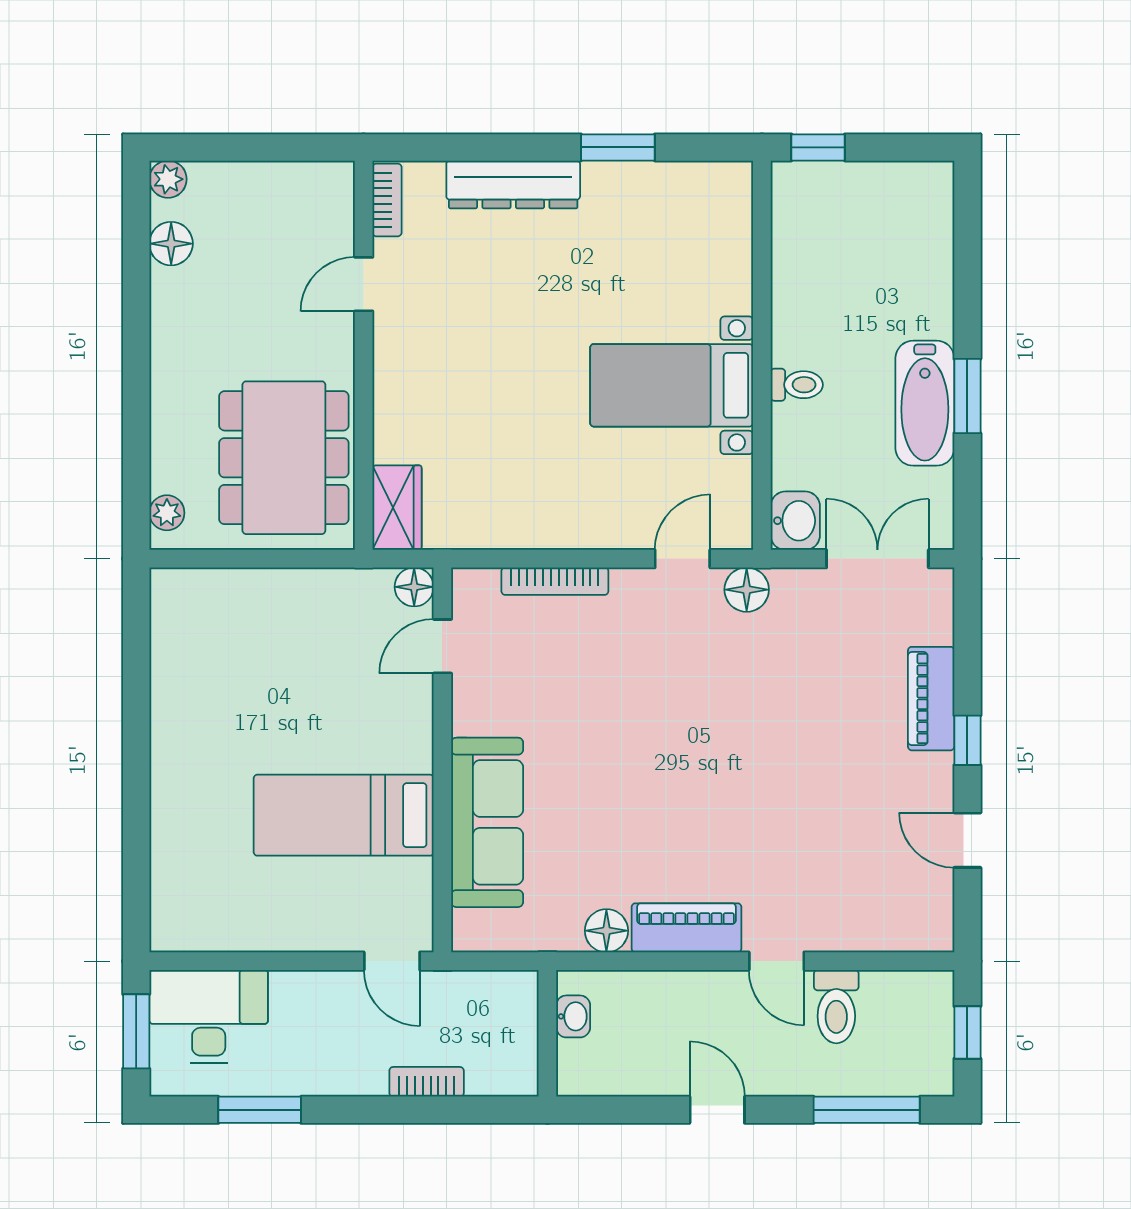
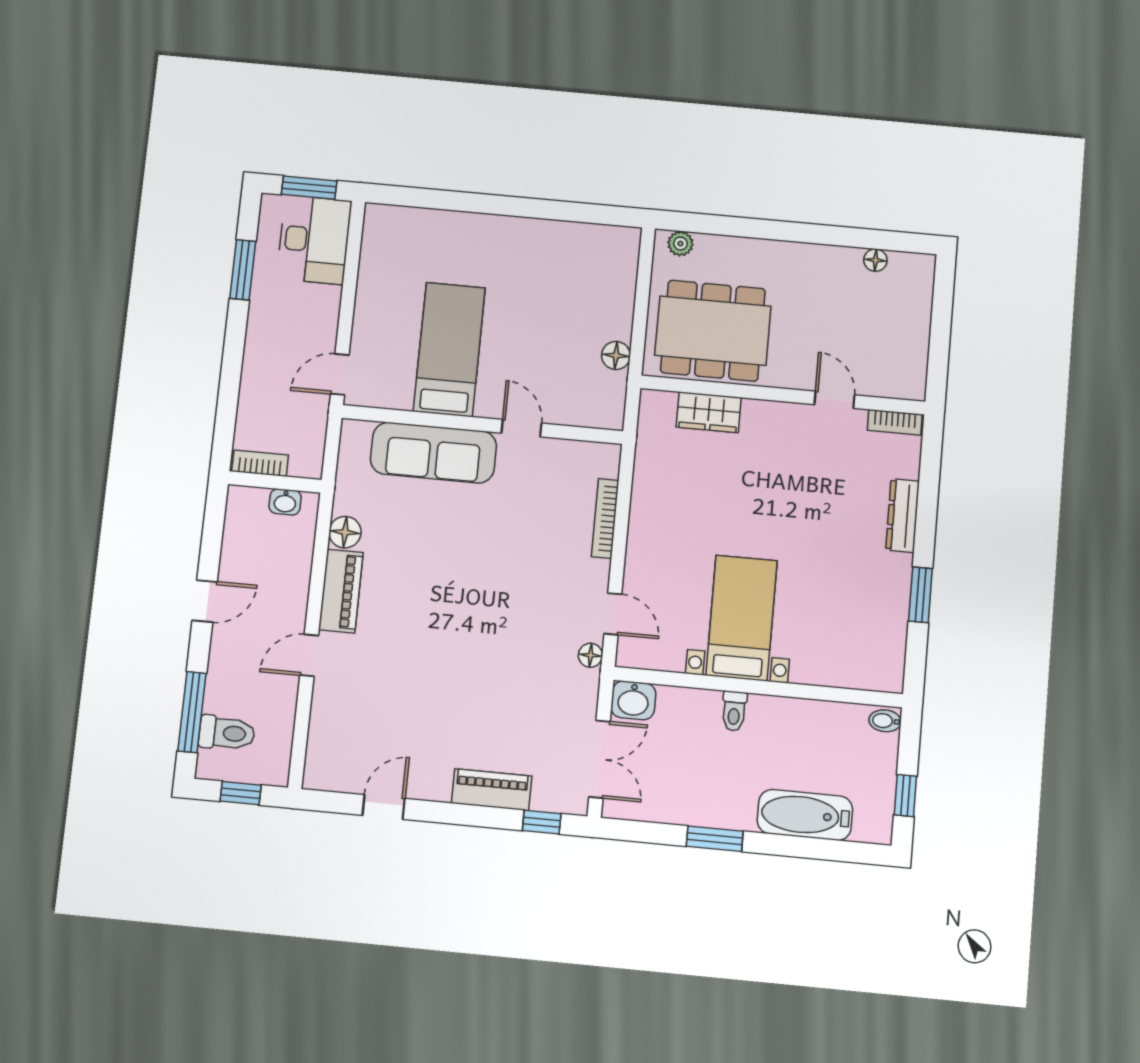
window: (818, 147) -> (905, 796), moved
plant: (168, 179) -> (922, 266), removed
bidet: (791, 182) -> (885, 721), added
dresser: (513, 184) -> (903, 516), width x0.73, depth x0.80
floor lamp: (171, 244) -> (875, 260), width x0.73, depth x0.73
bathtub: (925, 403) -> (805, 815), moved
wardrobe: (397, 508) -> (709, 412), moved
floor lamp: (414, 587) -> (616, 355), moved
floor lamp: (747, 590) -> (590, 655), width x0.73, depth x0.73
door: (442, 646) -> (521, 428), moved
window: (967, 740) -> (542, 822), moved
toilet: (836, 1007) -> (227, 733), moved, turned 180
bookcase: (427, 1082) -> (260, 463), moved, turned -90

